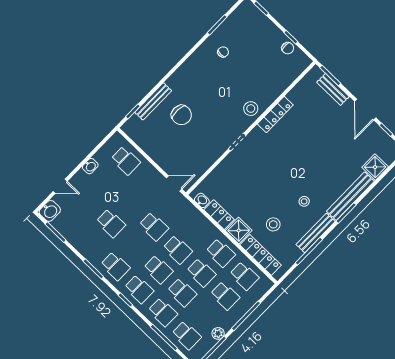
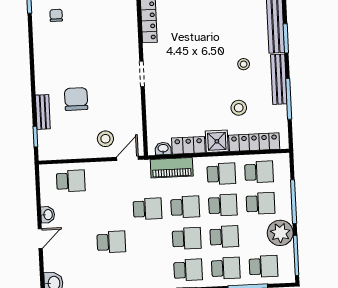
bench: (153, 101) -> (43, 112), width x0.73
stool: (251, 109) -> (105, 139), moved
chair: (181, 115) -> (76, 99), turned -92
door: (60, 186) -> (40, 238), moved
piano: (195, 217) -> (172, 168), added
school desk: (115, 266) -> (150, 272), removed
plant: (218, 333) -> (280, 233), width x1.87, depth x1.87

